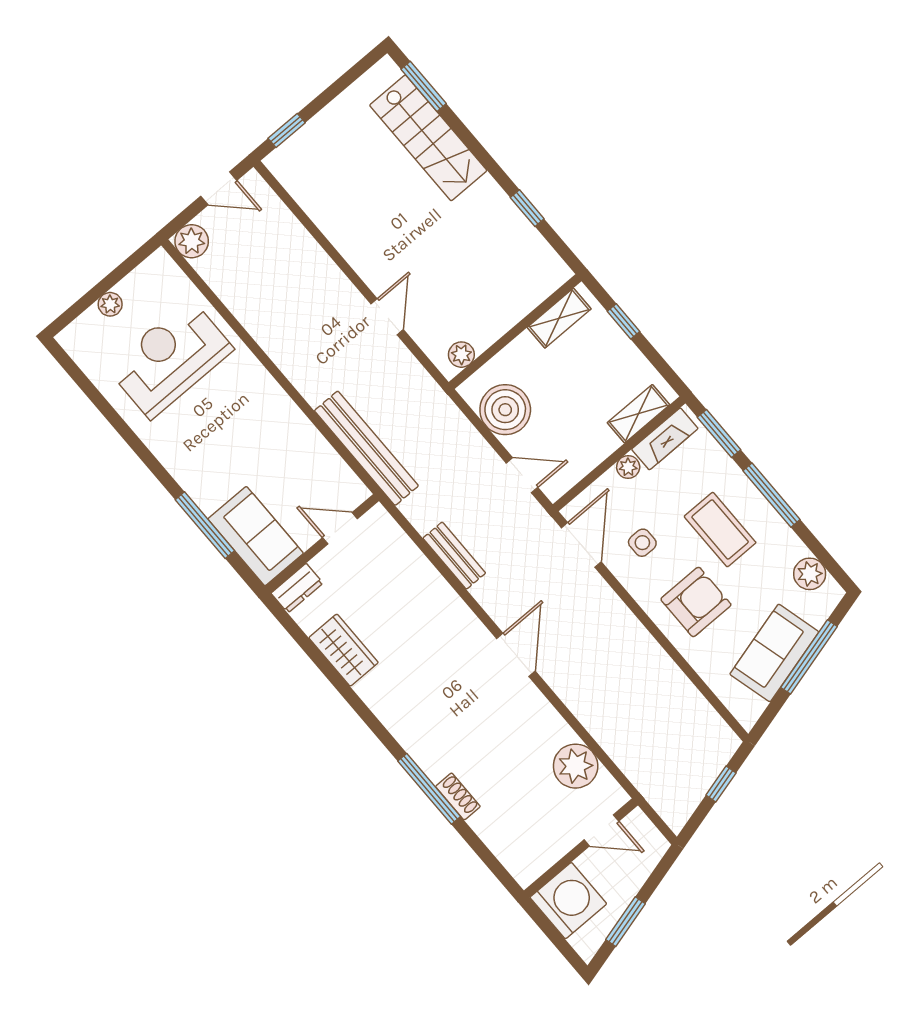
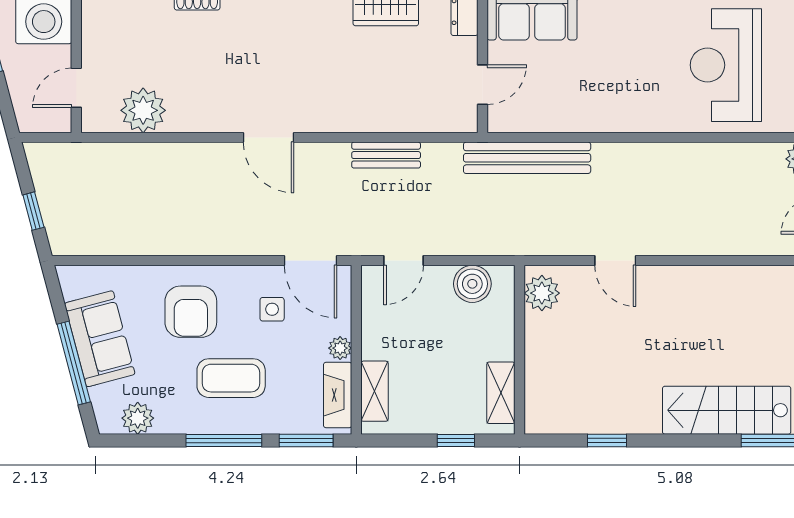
plant: (461, 355) -> (542, 293), width x1.38, depth x1.38
reception desk: (170, 358) -> (726, 65), turned 180
boiler: (505, 410) -> (472, 284), width x0.73, depth x0.73

